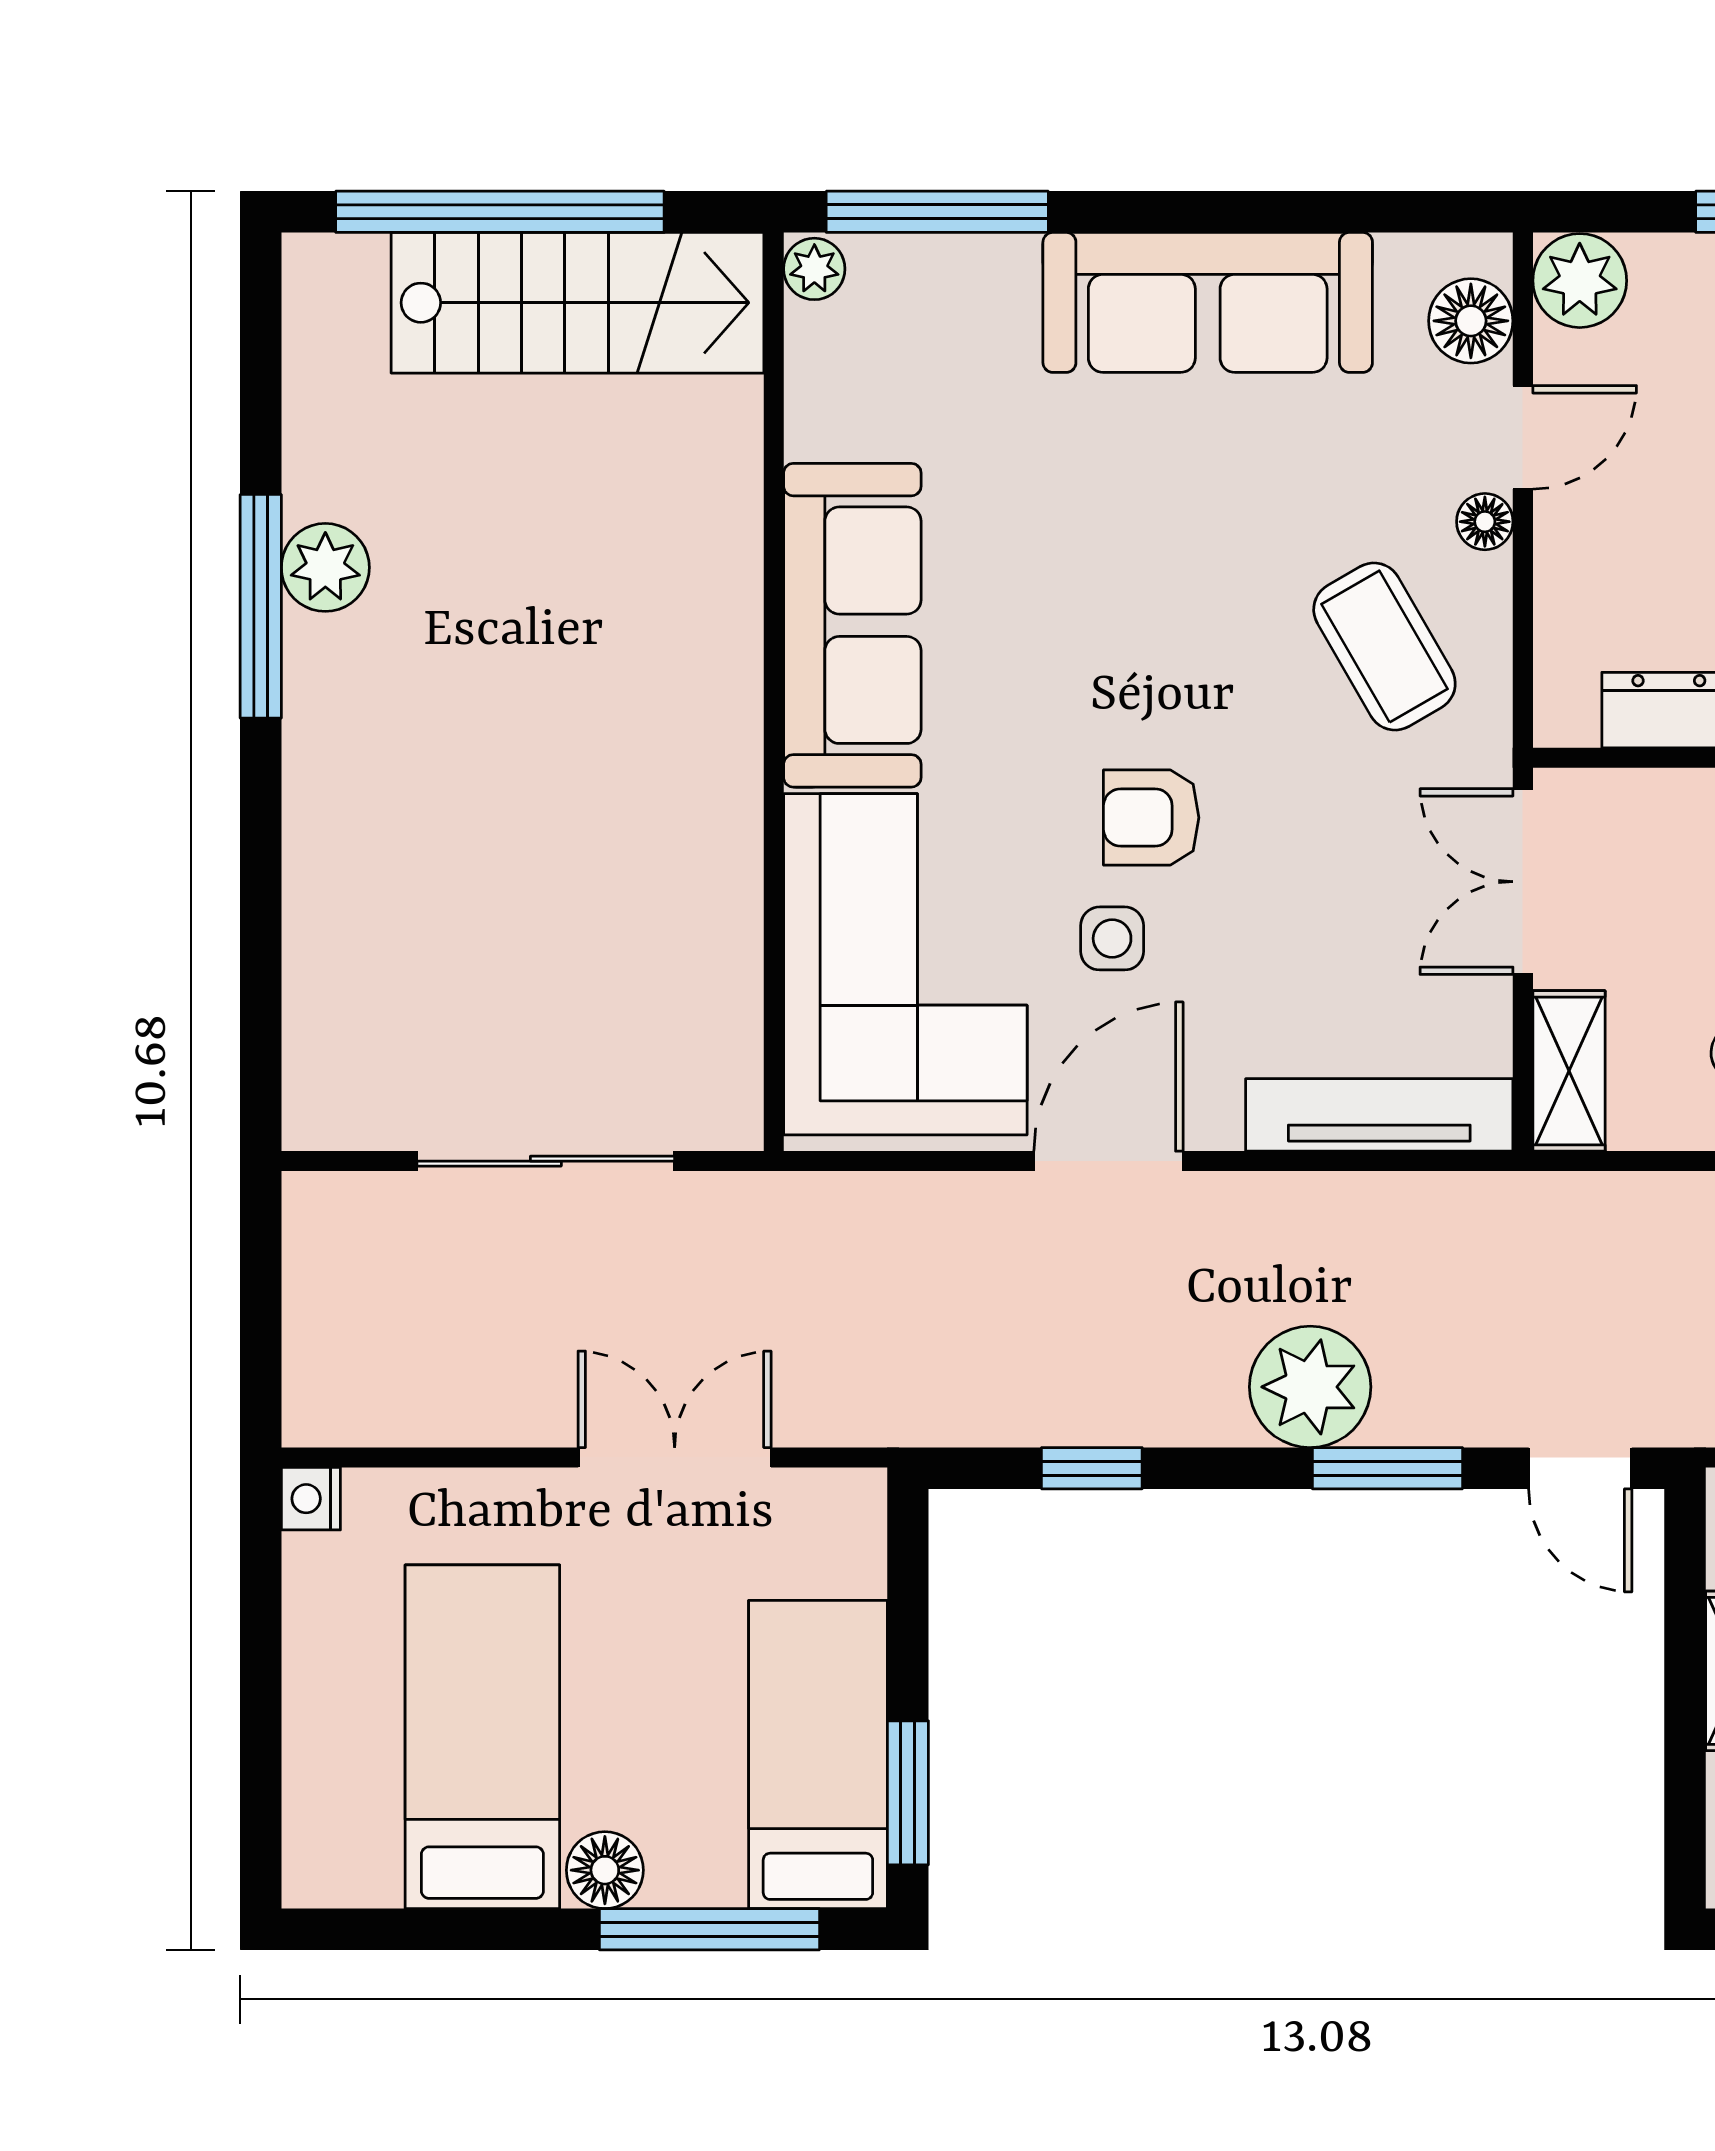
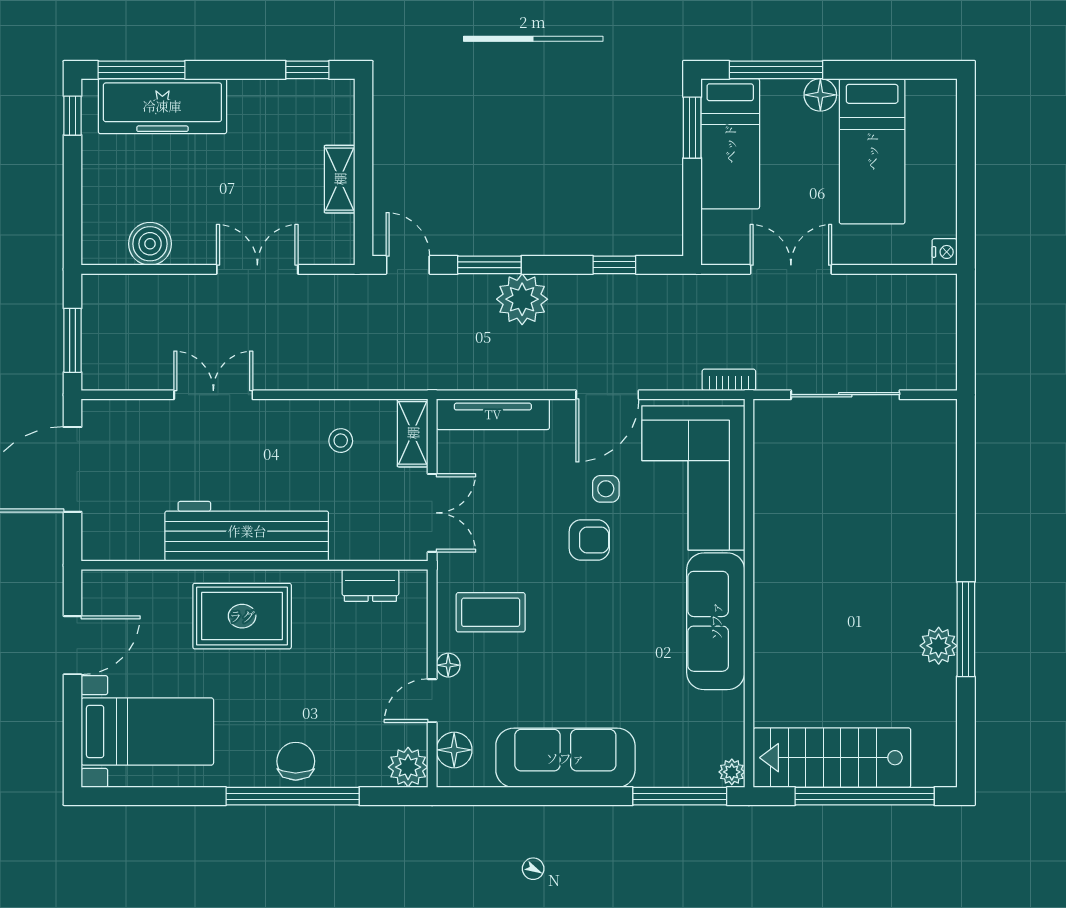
coffee table: (1384, 647) -> (491, 612), turned -60
bookcase: (821, 1196) -> (729, 380), added
double door: (675, 1457) -> (791, 269), swing flipped

